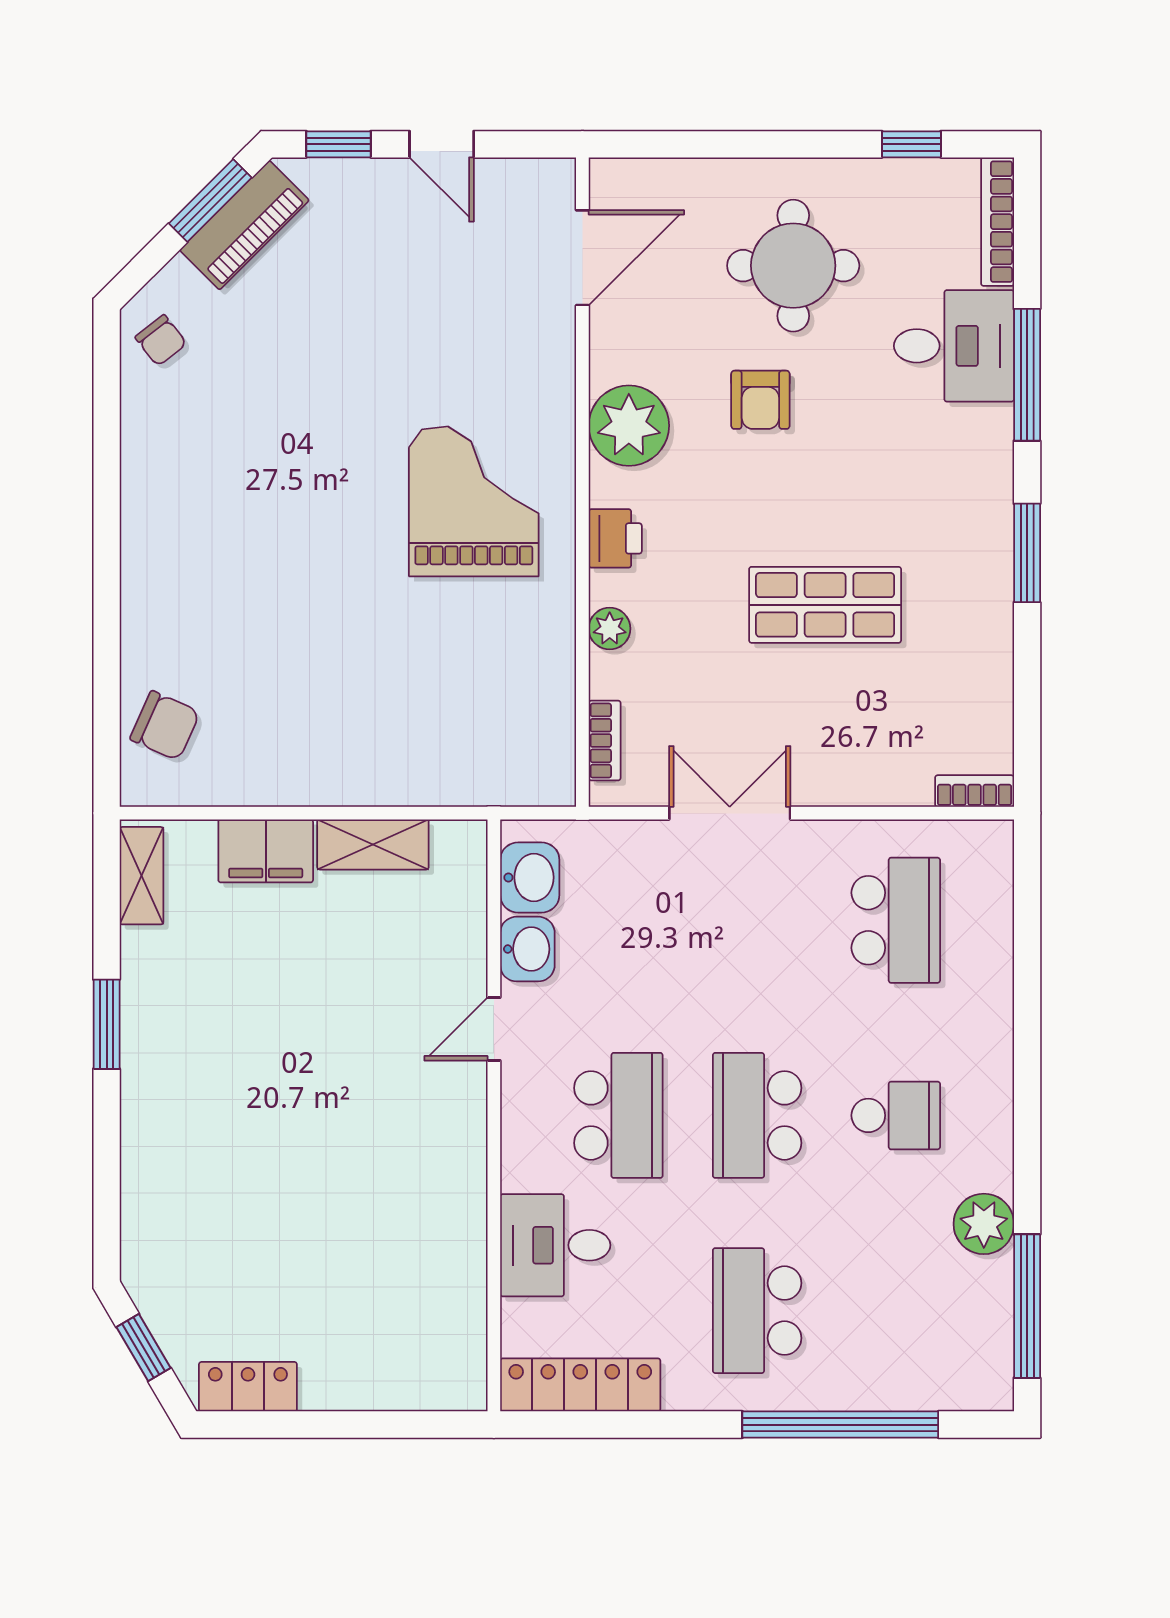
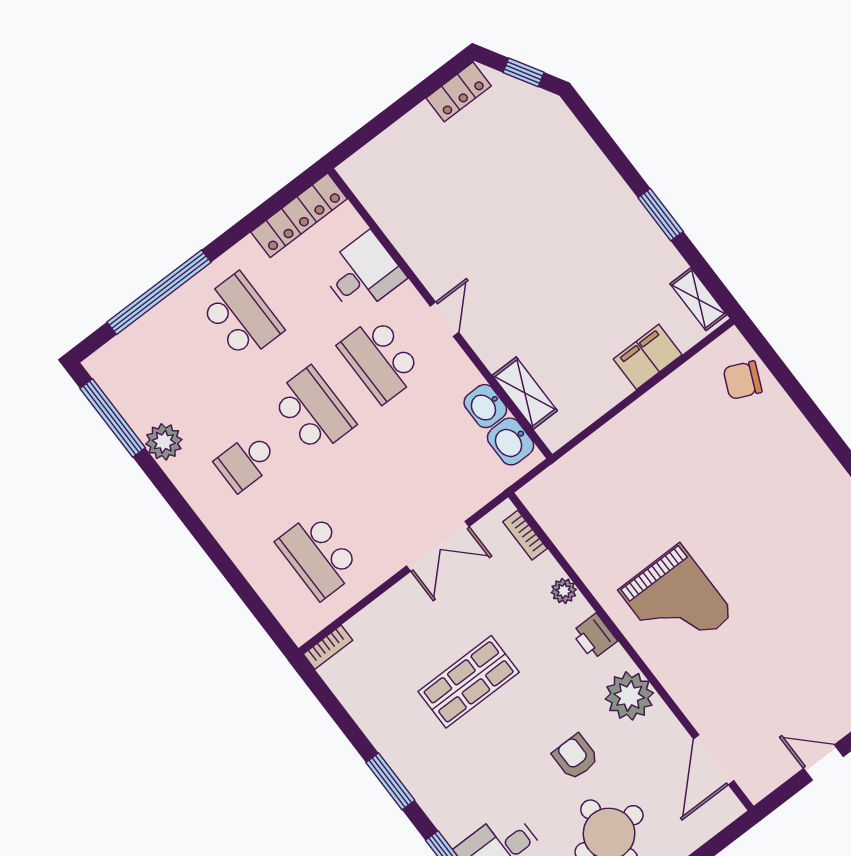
shelving: (373, 844) -> (525, 393), moved, turned 90
door: (494, 1029) -> (445, 319), moved

